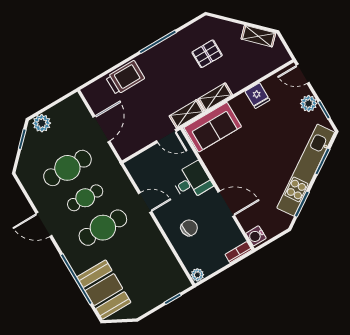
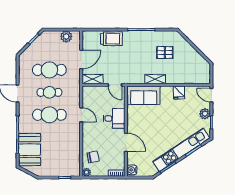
shelving: (258, 36) -> (199, 60), removed
shelving: (187, 114) -> (93, 79), moved
plant: (42, 123) -> (66, 36), moved
chair: (189, 228) -> (93, 157), moved

